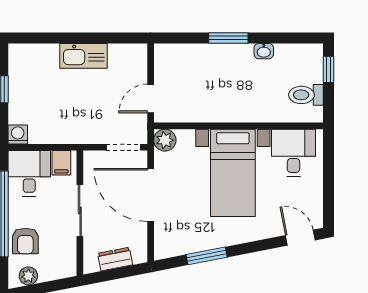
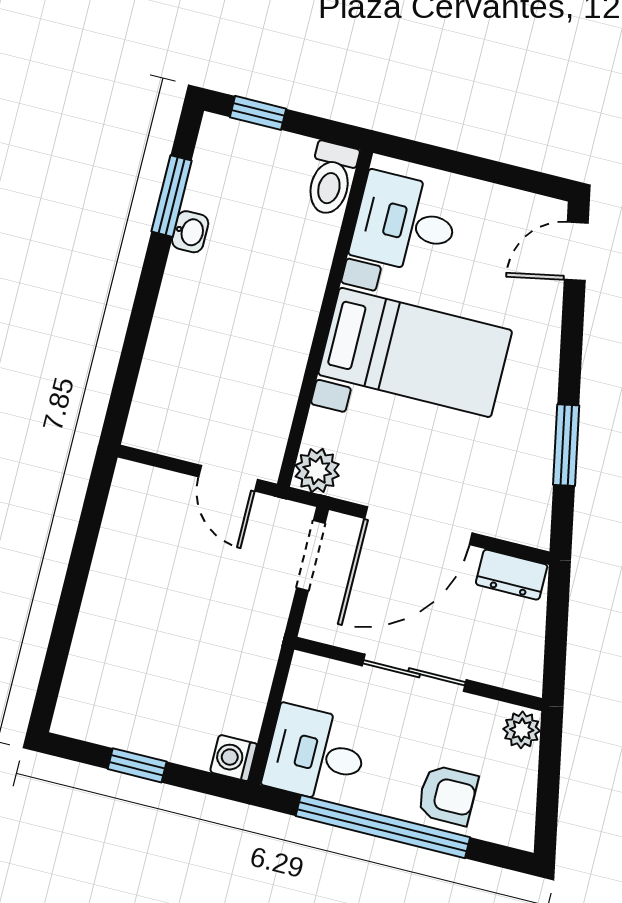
window: (228, 38) -> (172, 196), moved
kitchen sink: (84, 56) -> (111, 589), removed
toilet: (306, 95) -> (331, 179), moved
filing cabinet: (61, 163) -> (311, 686), removed
dresser: (115, 259) -> (512, 575), moved, turned -79
plant: (28, 276) -> (522, 730), moved

